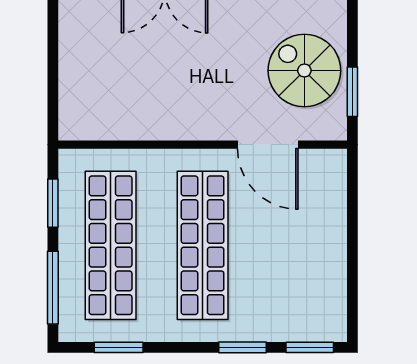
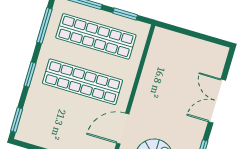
window: (119, 347) -> (44, 26), width x1.44
window: (243, 347) -> (30, 75), moved

